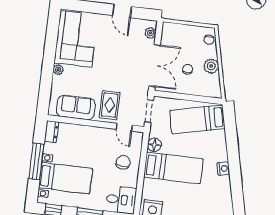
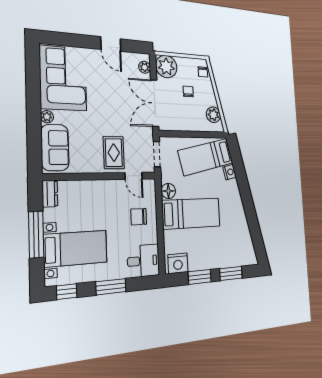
plant: (172, 33) -> (166, 67), added
double door: (155, 66) -> (155, 103), swing flipped
plant: (211, 66) -> (213, 115), moved
chair: (188, 69) -> (188, 91), moved
sofa: (76, 108) -> (55, 148), moved, turned 90
chair: (123, 162) -> (139, 217), turned -98
nightstand: (223, 169) -> (230, 172), moved

